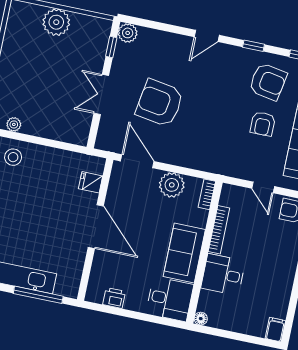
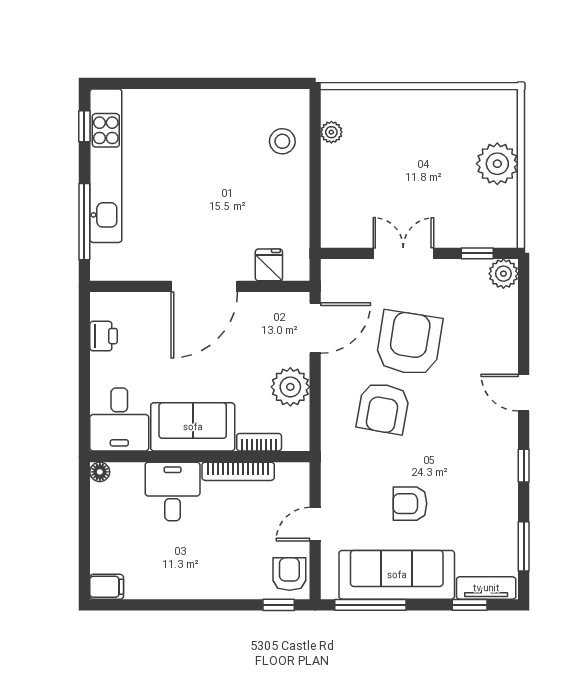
armchair: (268, 82) -> (383, 408), moved
bookcase: (207, 194) -> (259, 442), moved

